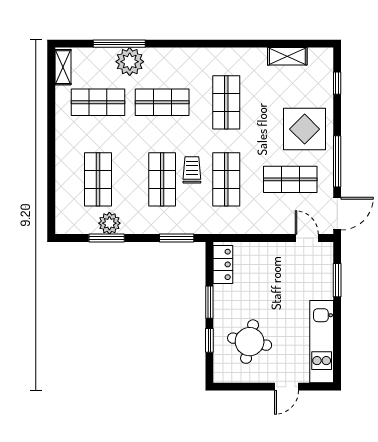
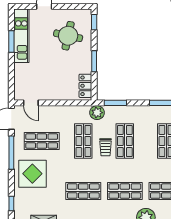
shop shelf: (226, 102) -> (83, 191), turned 90
plant: (109, 223) -> (97, 113), moved
window: (337, 280) -> (11, 41), moved
window: (209, 340) -> (94, 22), moved

